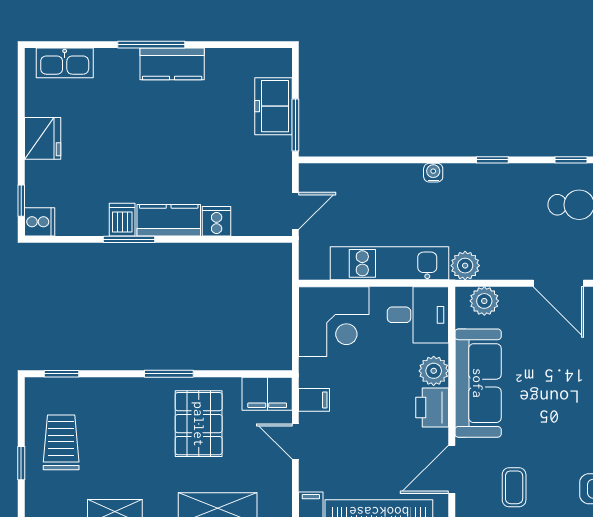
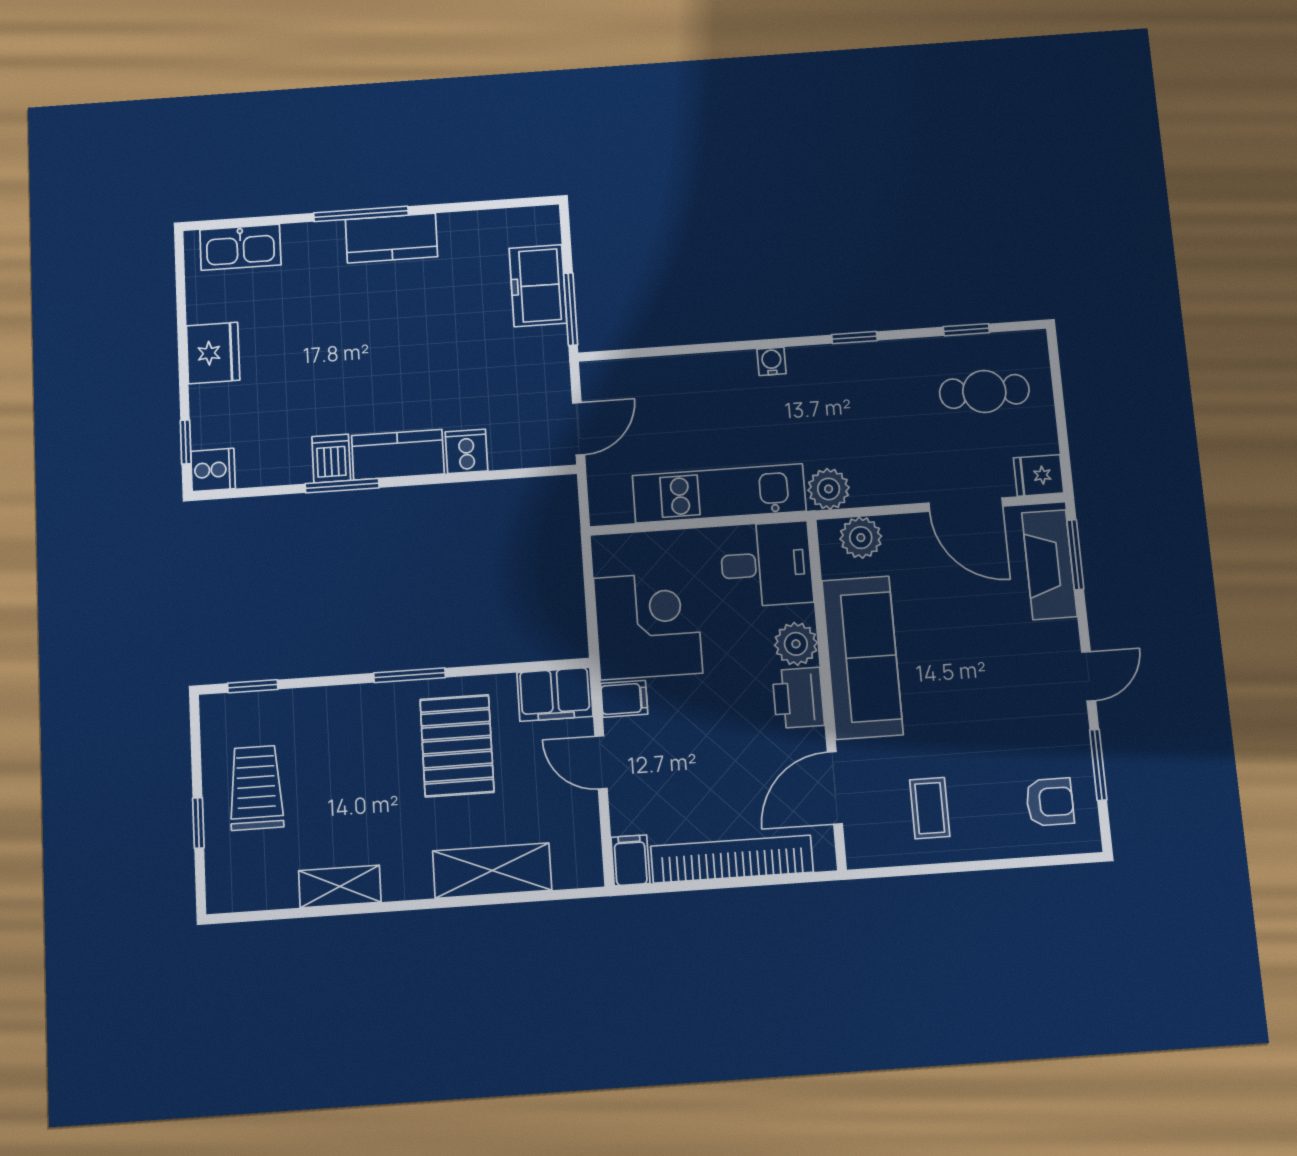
corner desk: (334, 322) -> (648, 625), moved, turned -90

